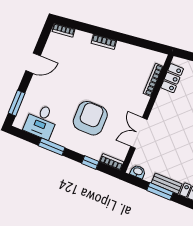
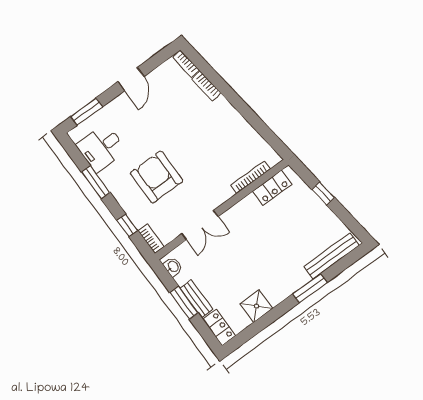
bookcase: (104, 42) -> (206, 86), moved
door: (33, 63) -> (131, 79), hinge flipped
armchair: (90, 118) -> (157, 177), turned -90
double door: (139, 133) -> (200, 225), swing flipped

